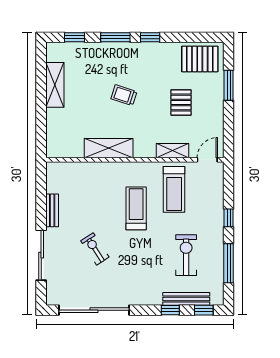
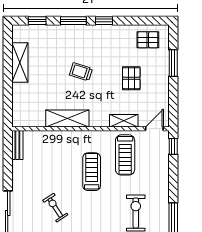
pallet: (200, 59) -> (148, 40), width x0.67, depth x0.71
bench: (52, 210) -> (17, 145), moved
window: (229, 218) -> (173, 146), moved

